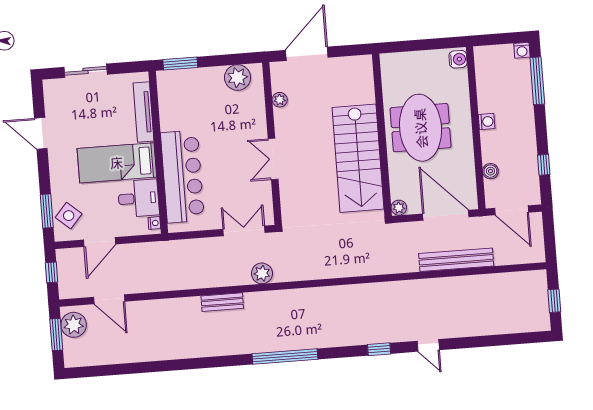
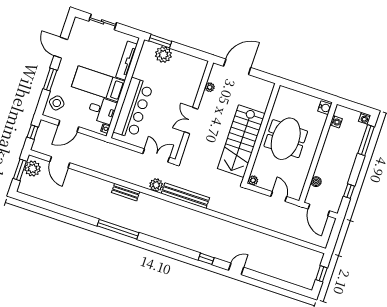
plant: (238, 78) -> (163, 55), moved
washing machine: (487, 122) -> (336, 122), moved
window: (47, 211) -> (50, 79), moved
door: (446, 215) -> (279, 197), width x0.53
bench: (456, 260) -> (185, 196), moved
door: (428, 345) -> (236, 269), swing flipped
window: (285, 356) -> (118, 229), moved

